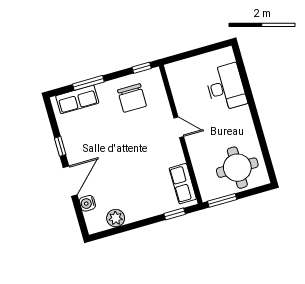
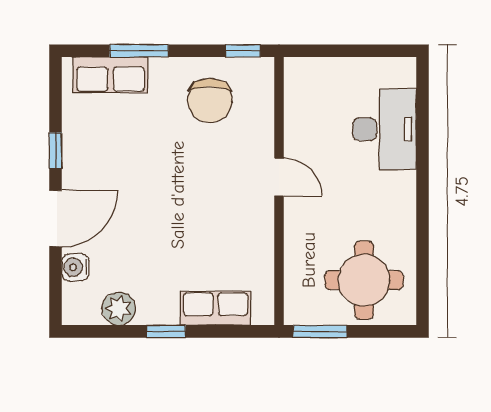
row of seats: (183, 184) -> (216, 308), moved, turned 90
window: (175, 214) -> (166, 331), moved

